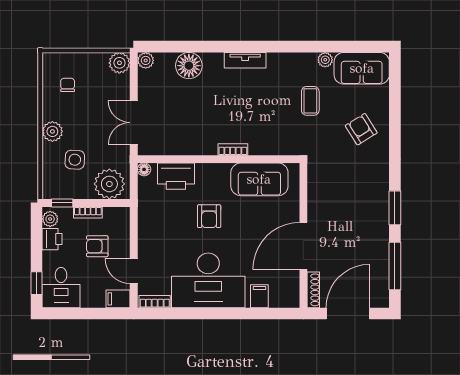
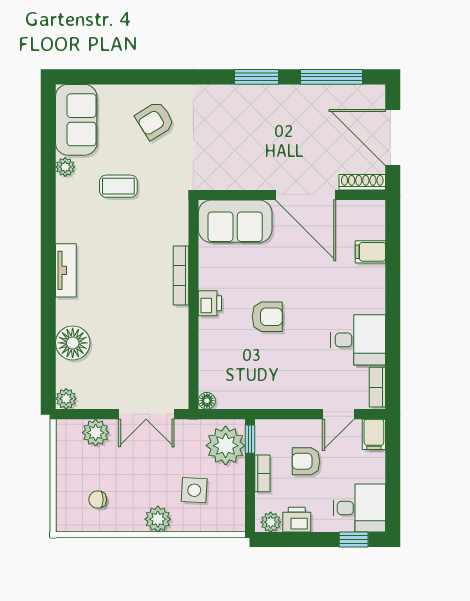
plant: (119, 63) -> (96, 433), moved
bookcase: (233, 149) -> (181, 275), width x1.56
printer: (176, 176) -> (210, 303), moved, width x0.53, depth x0.68
sofa: (259, 179) -> (235, 221), moved, turned 90
window: (62, 203) -> (250, 439), moved
armchair: (97, 246) -> (306, 461), turned 90
desk: (208, 280) -> (358, 340), width x0.53, depth x0.77

